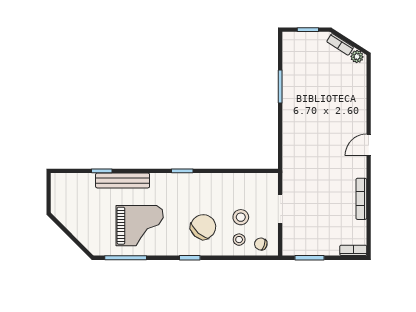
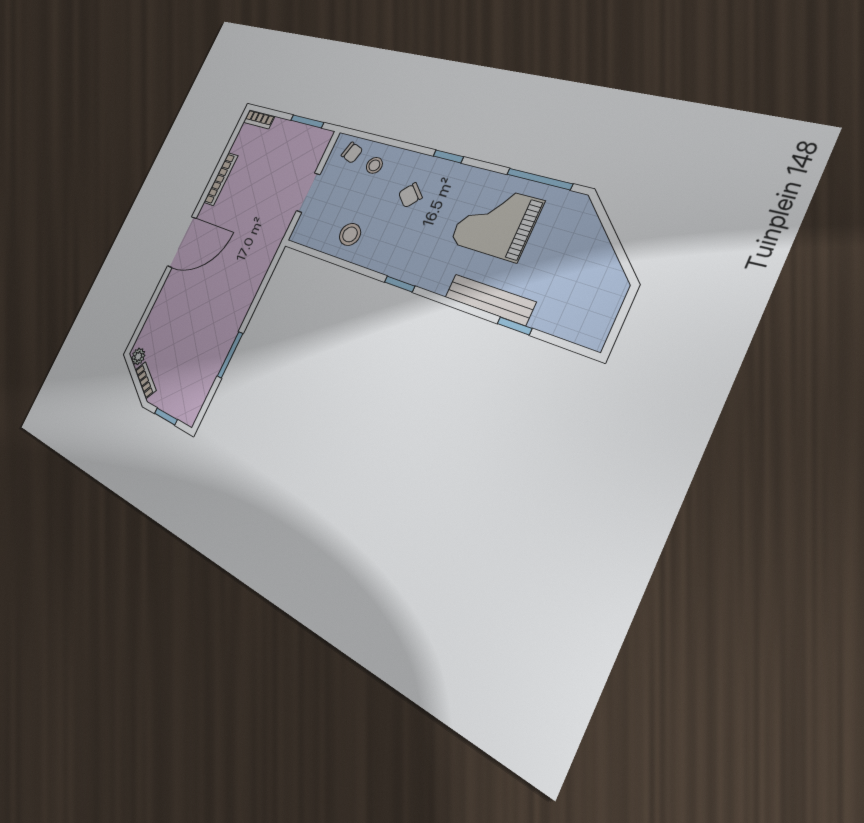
door: (369, 145) -> (182, 242), width x1.88
stool: (241, 217) -> (350, 234), moved
chair: (203, 227) -> (410, 195), width x0.54, depth x0.54

